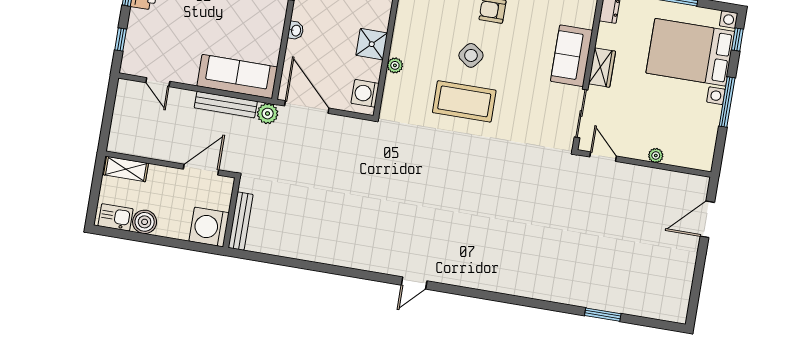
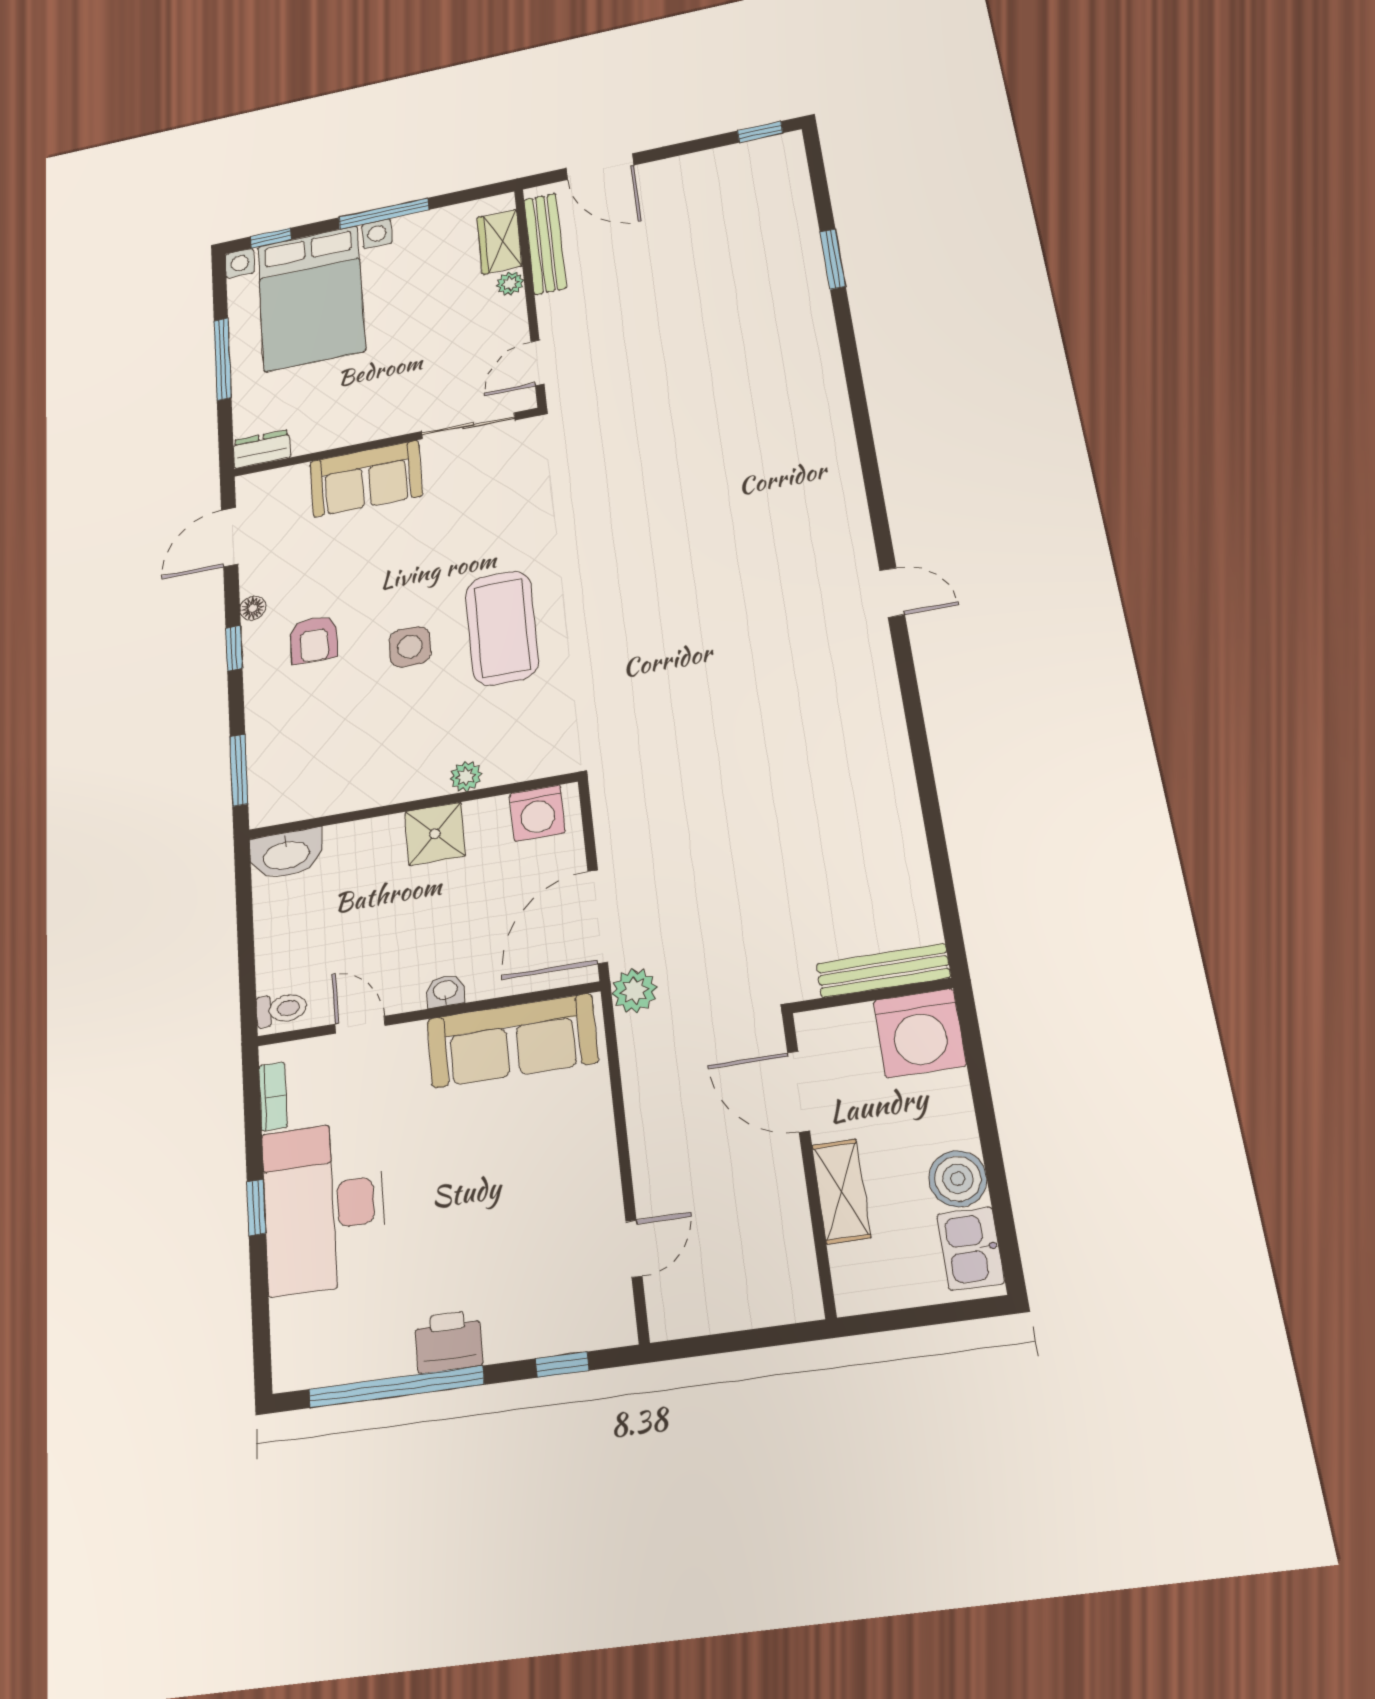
side table: (471, 55) -> (410, 647), turned -36
wardrobe: (602, 68) -> (500, 242), moved, turned -90
sofa: (237, 76) -> (512, 1041), moved, turned -90
bench: (226, 105) -> (545, 244), moved
shelving: (126, 169) -> (841, 1191), moved
window: (693, 304) -> (760, 132), added

